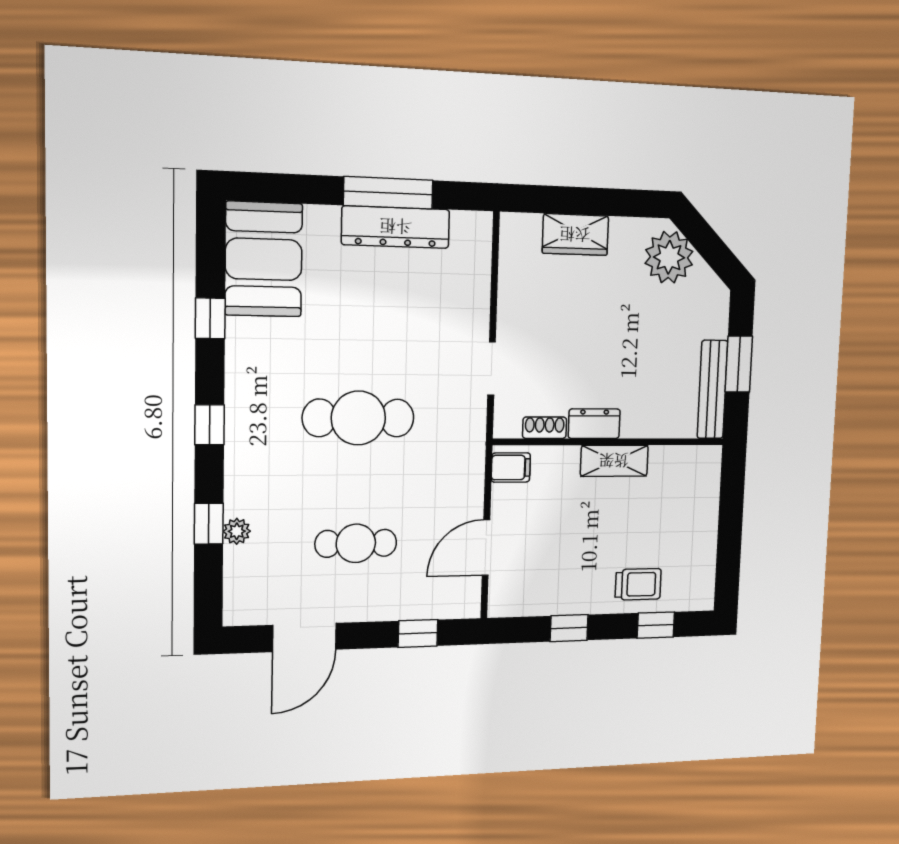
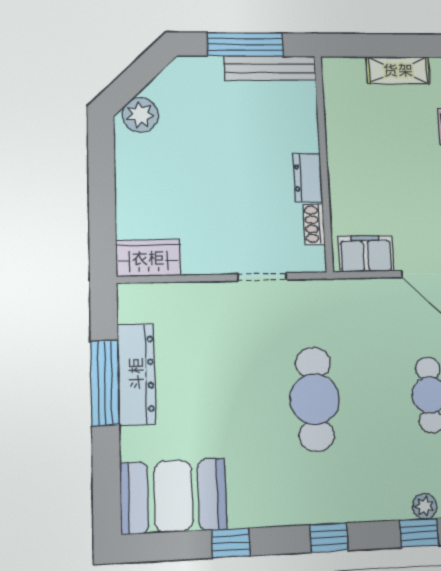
wardrobe: (575, 235) -> (148, 258), moved, turned -90
plant: (669, 257) -> (140, 115), width x0.73, depth x0.73
window: (739, 364) -> (245, 44), width x1.44
shelving: (614, 461) -> (398, 70), moved, turned 90
filing cabinet: (511, 467) -> (366, 254), width x2.00

